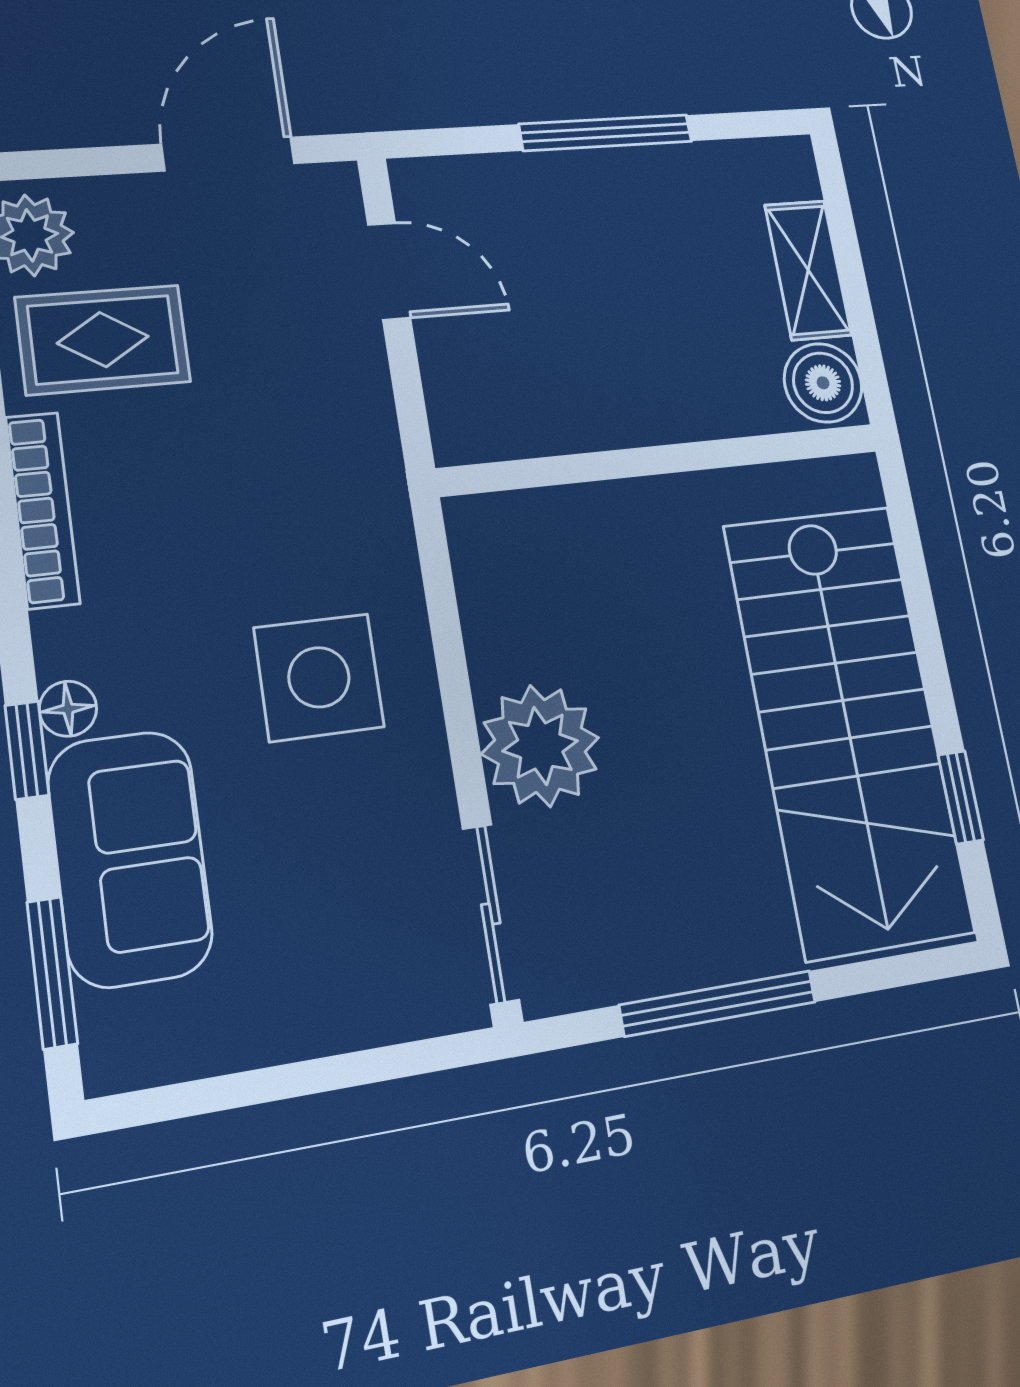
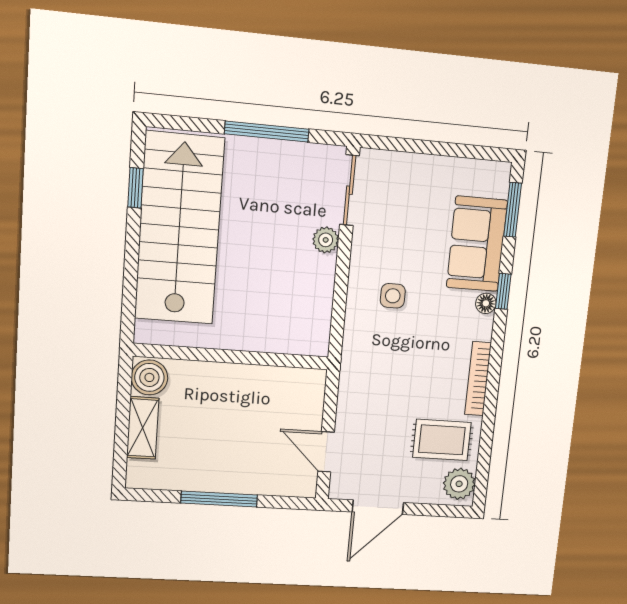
side table: (319, 677) -> (393, 296), width x0.54, depth x0.54
plant: (540, 746) -> (326, 240), width x0.53, depth x0.53

